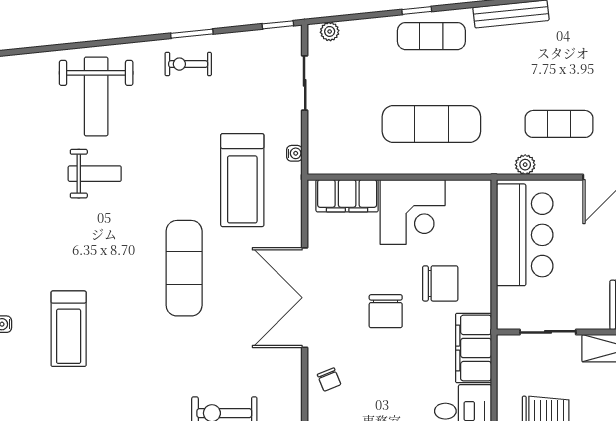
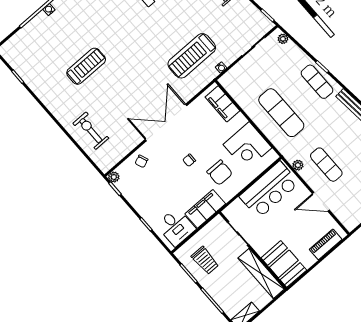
corner desk: (413, 212) -> (248, 146), moved
exercise mat: (184, 268) -> (135, 63), removed
chair: (386, 311) -> (189, 160), width x0.54, depth x0.54
treadmill: (69, 329) -> (86, 66), moved, turned 180

